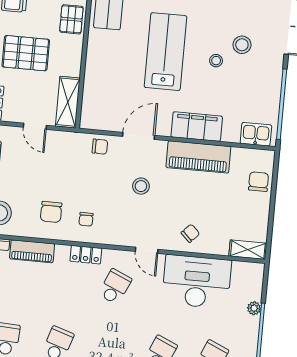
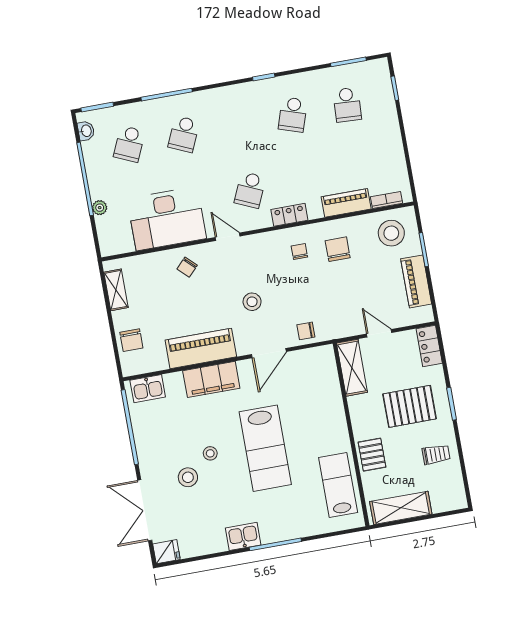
shelving: (248, 250) -> (116, 290), moved, turned 90

